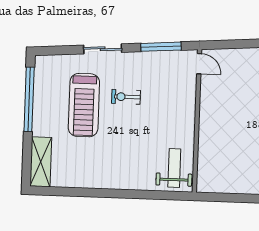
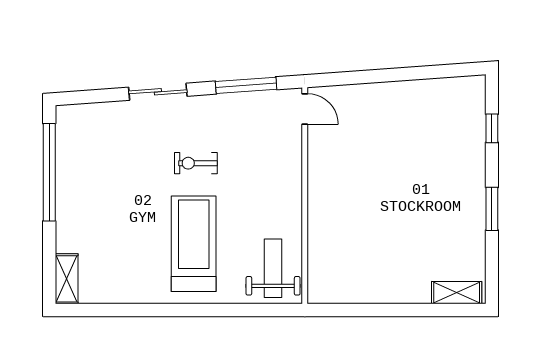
treadmill: (84, 105) -> (194, 244), moved, turned 180
shelving: (41, 162) -> (67, 279), width x0.67, depth x0.75

